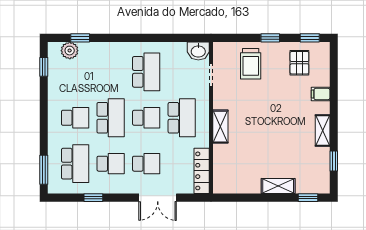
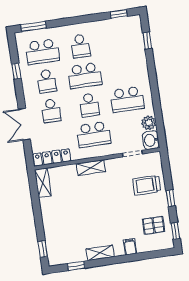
plant: (70, 51) -> (149, 123), moved
shelving: (278, 186) -> (43, 183), moved

